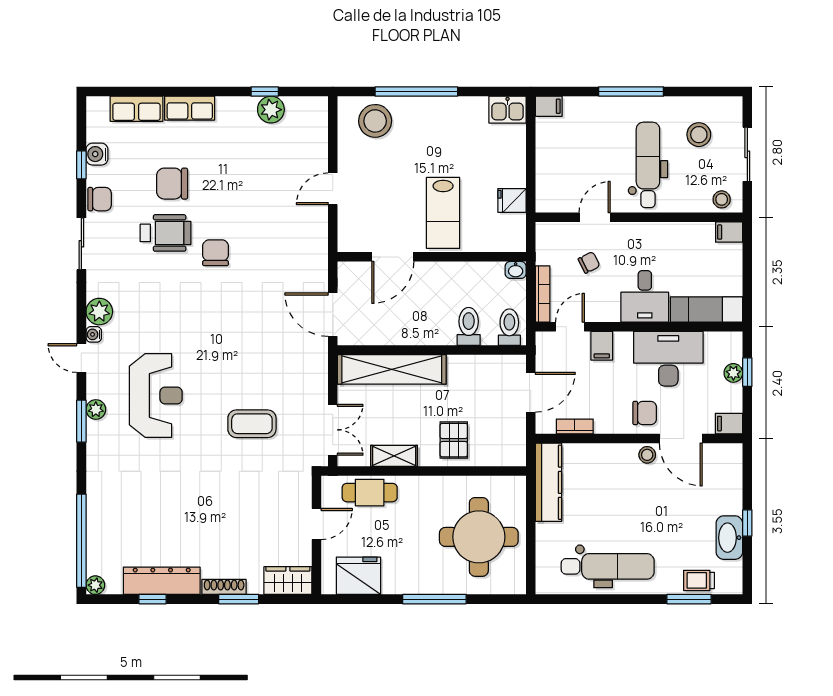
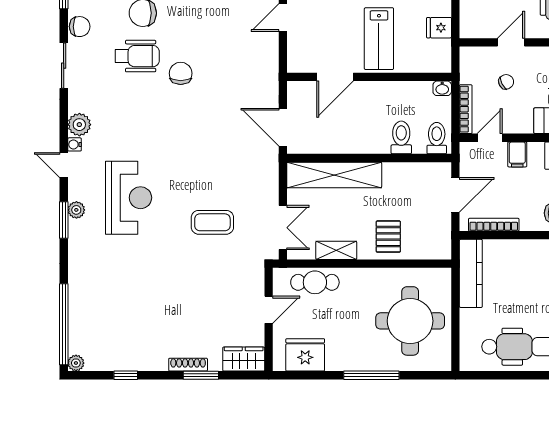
bookcase: (575, 426) -> (494, 225), width x1.56
dresser: (162, 581) -> (134, 359), removed

